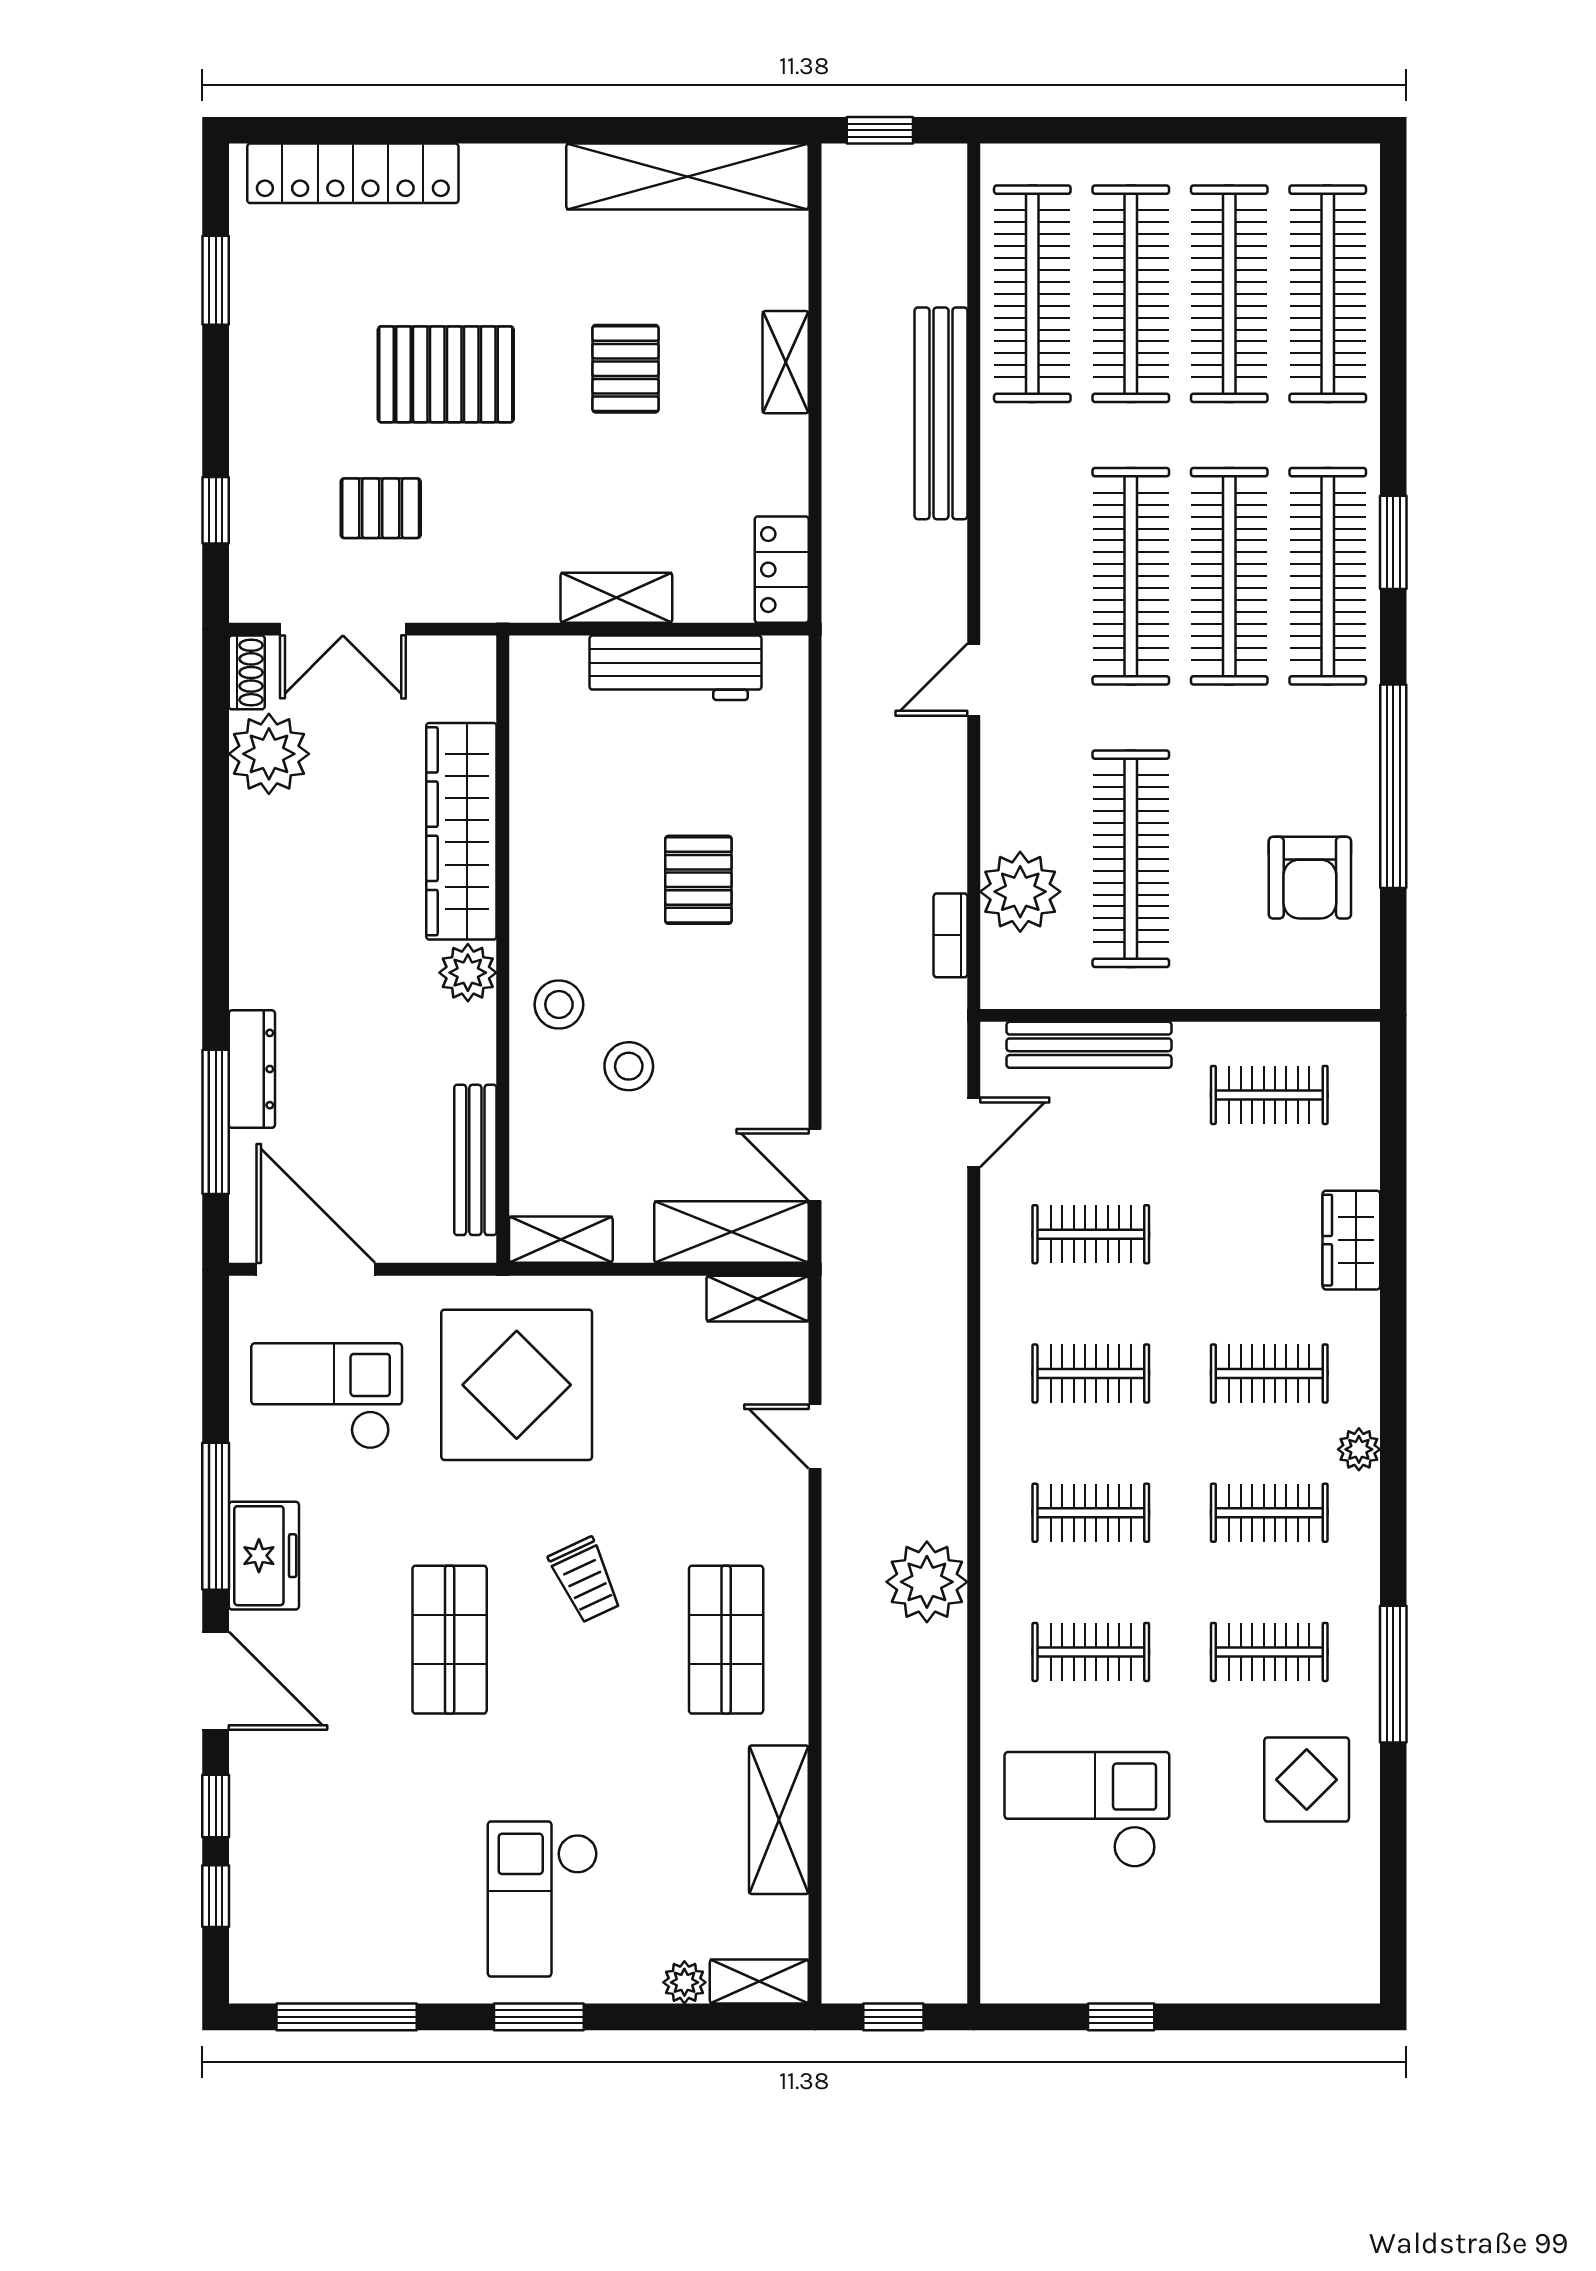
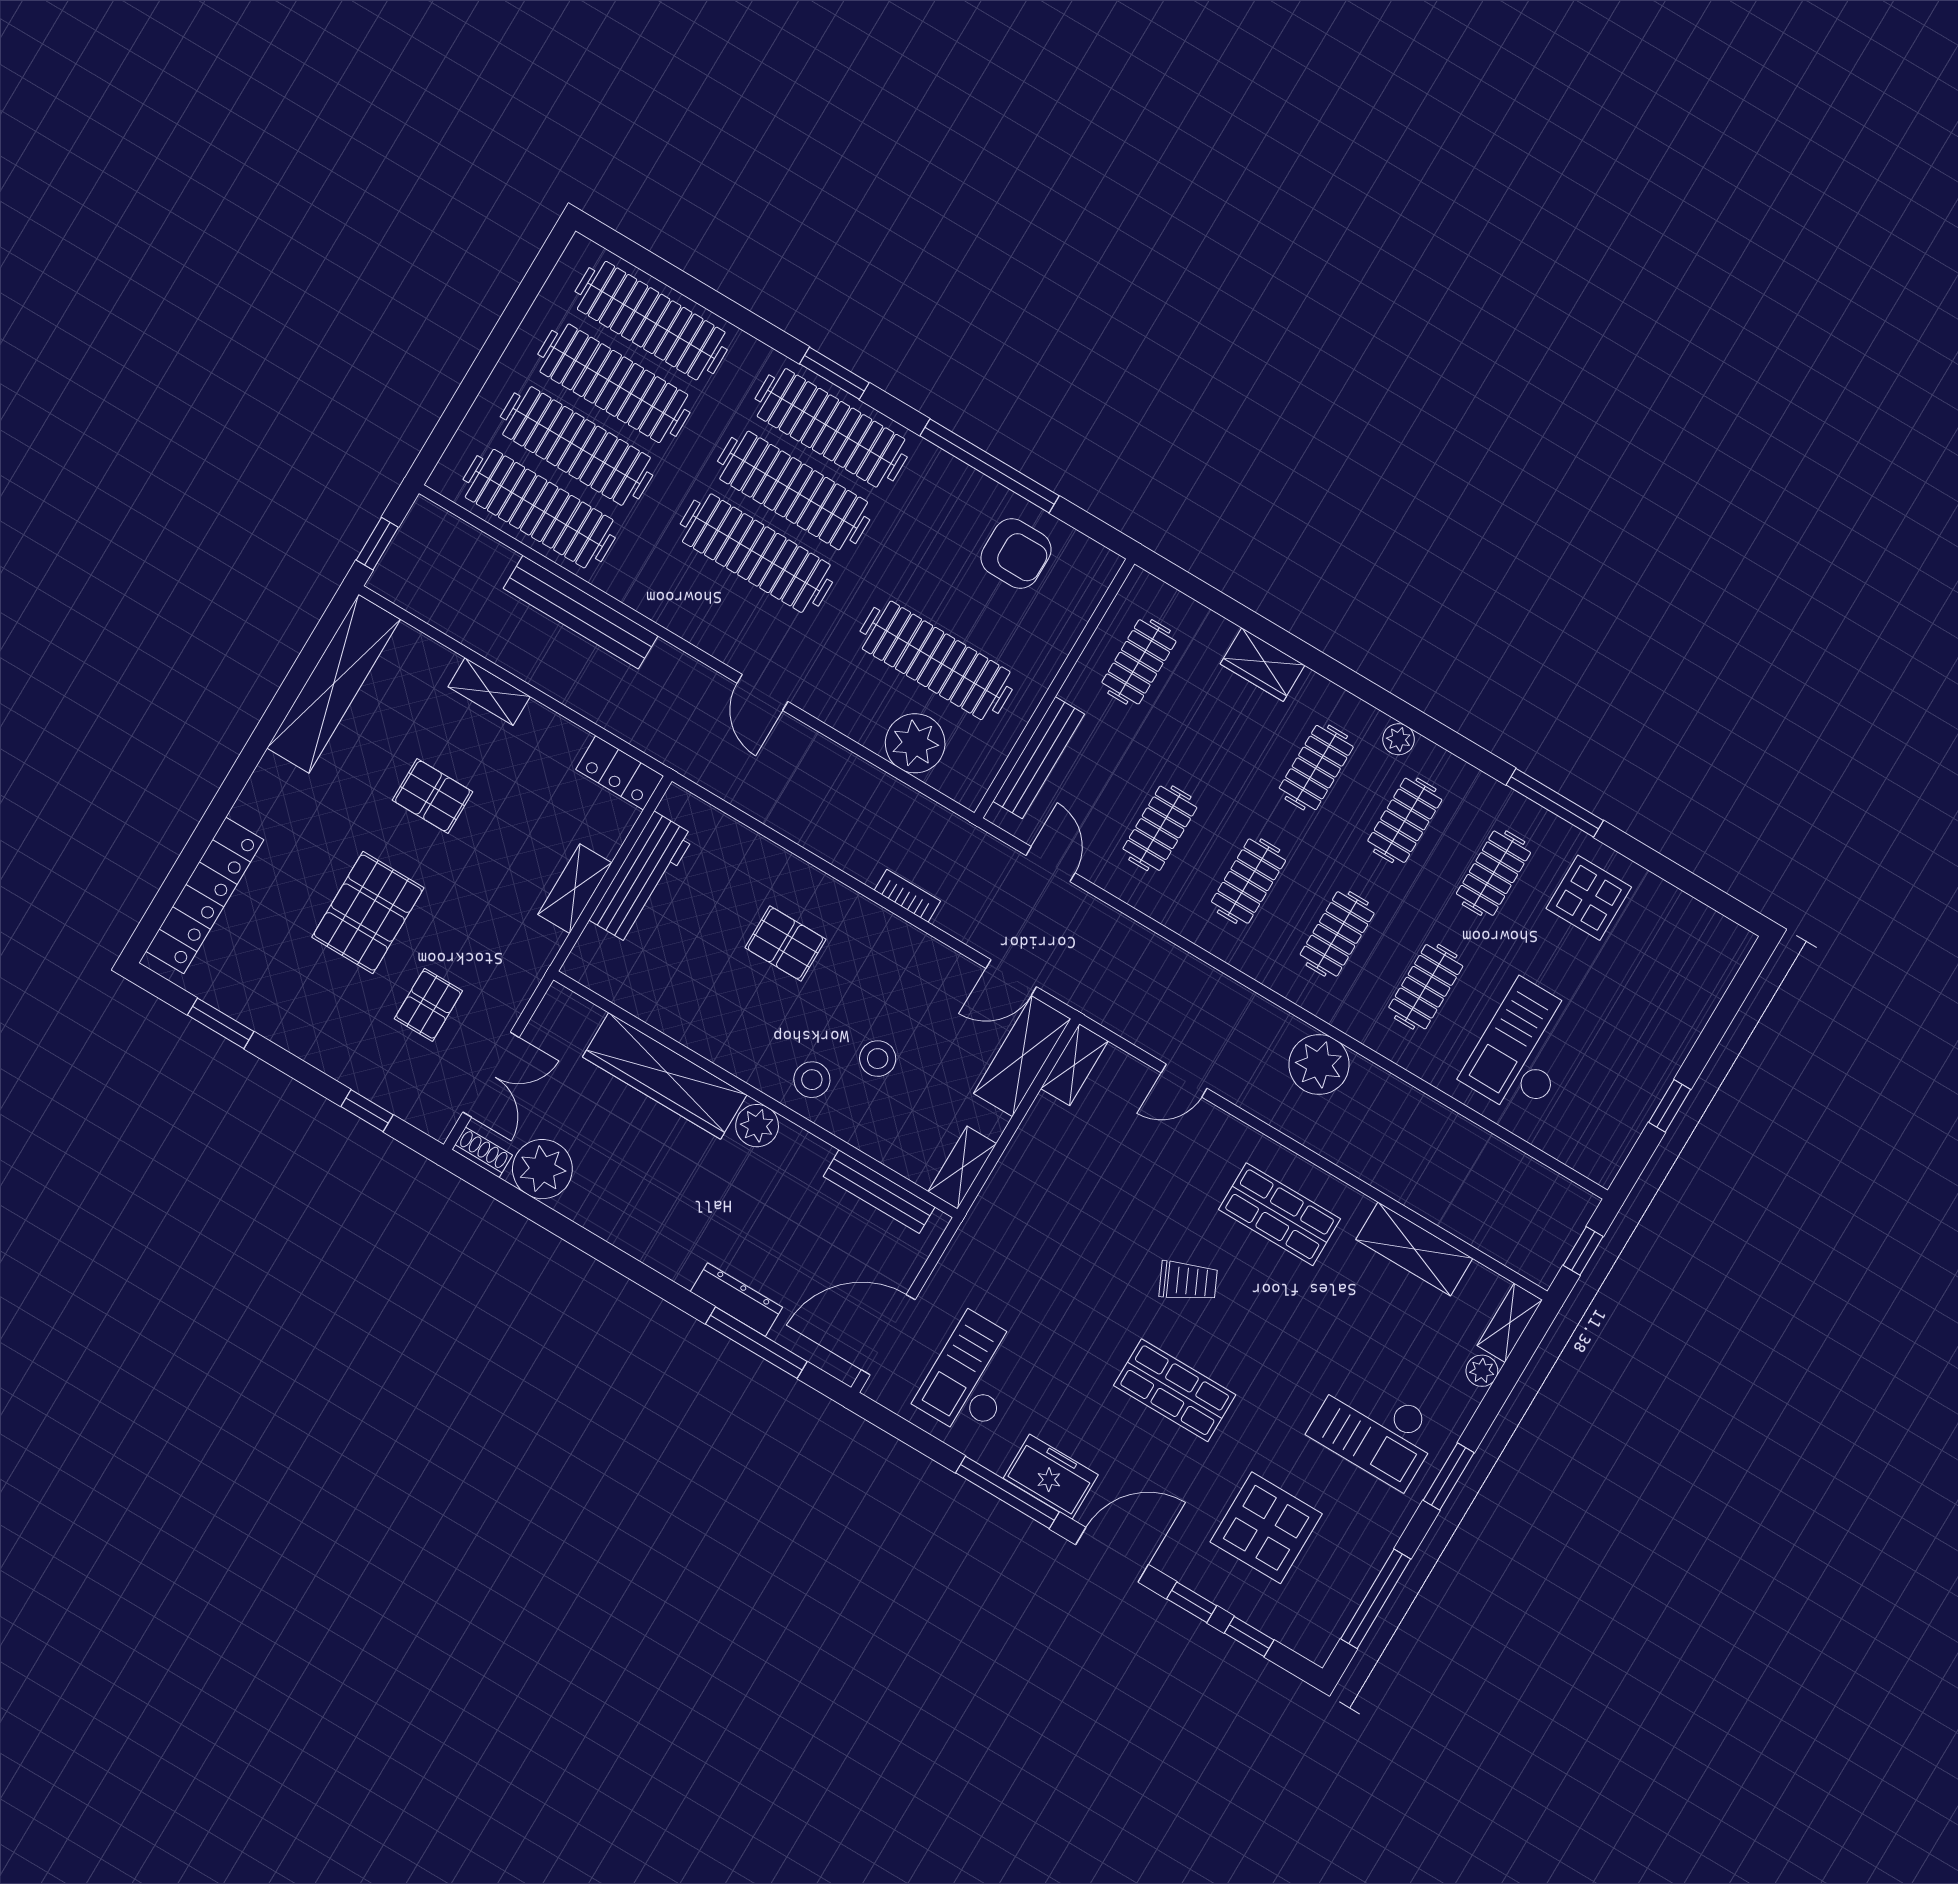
bookcase: (951, 935) -> (907, 896), moved, turned 180
display table: (517, 1385) -> (1266, 1528), moved, width x0.73, depth x0.73

